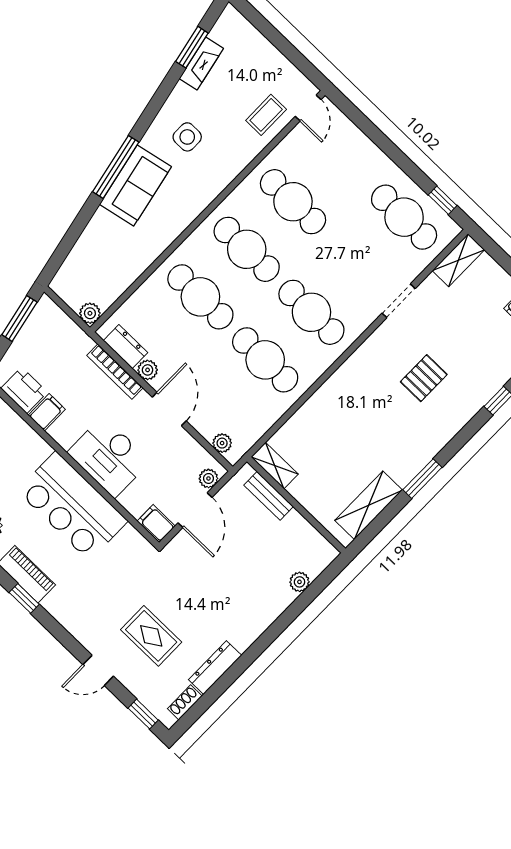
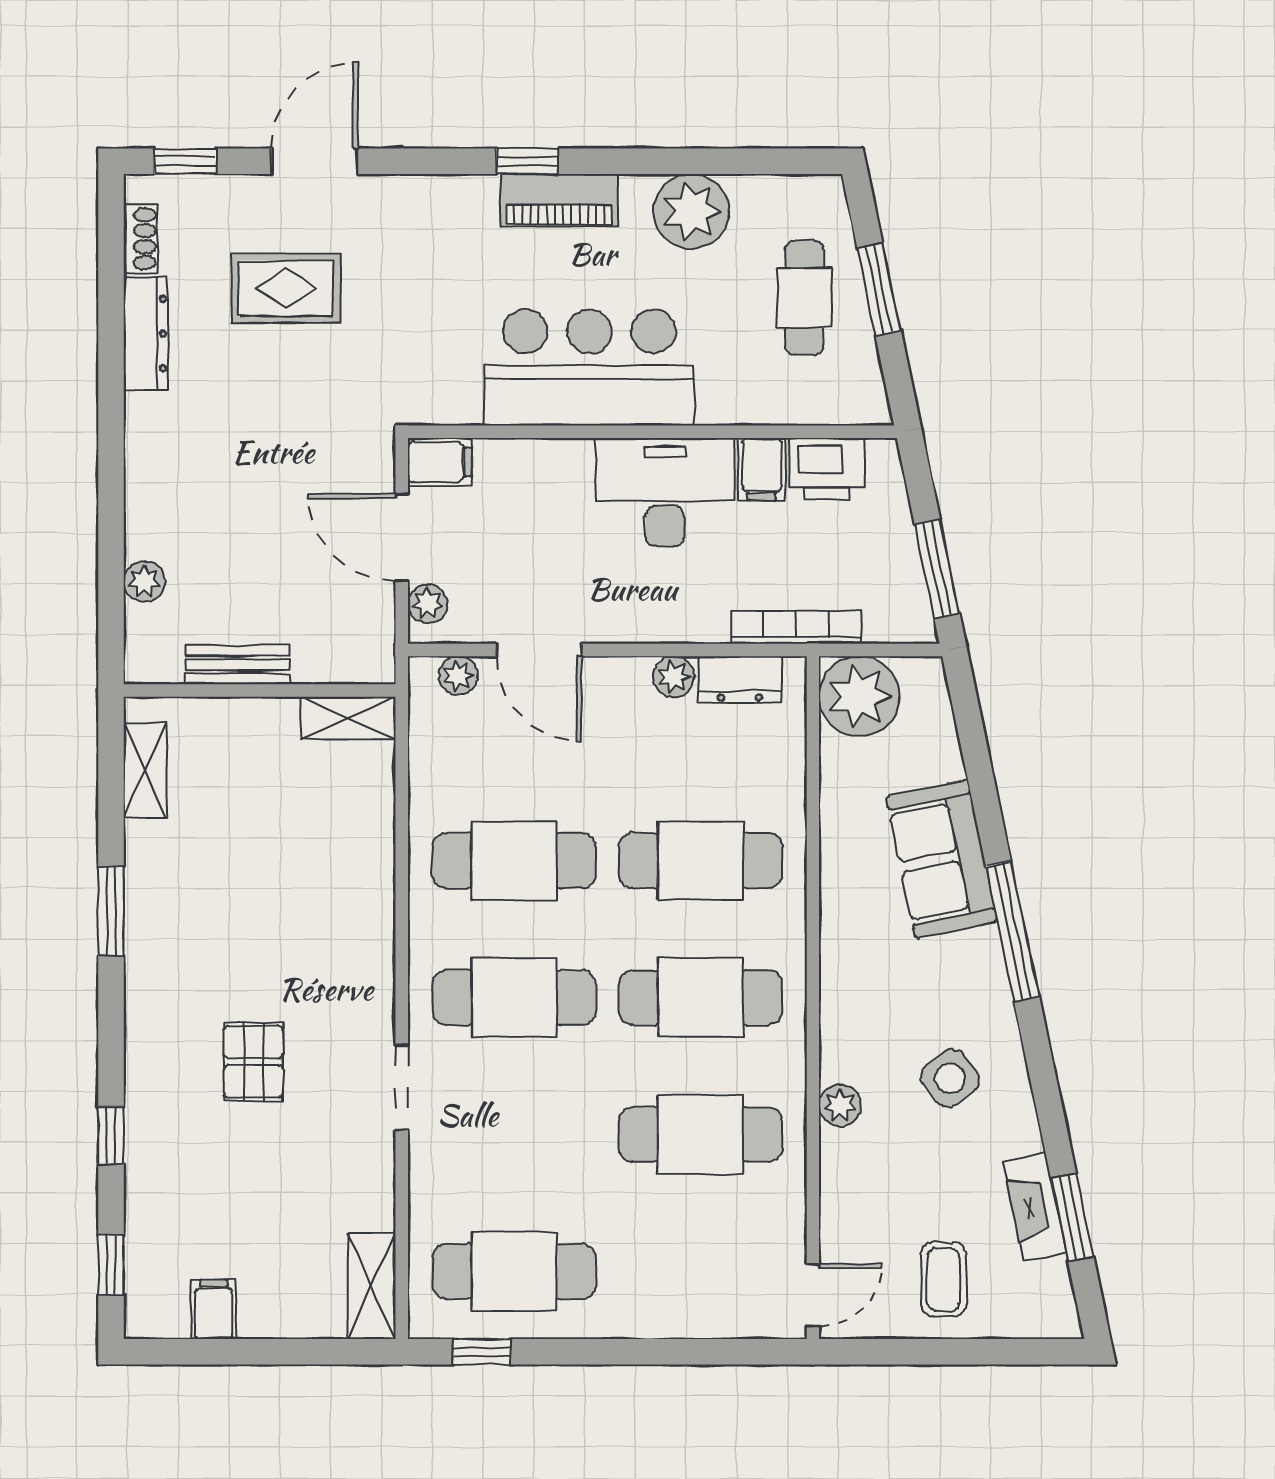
door: (308, 108) -> (813, 1295), swing flipped
coffee table: (266, 115) -> (943, 1279), moved
side table: (187, 137) -> (950, 1078), turned -37
plant: (235, 165) -> (840, 1106), added
sofa: (135, 186) -> (942, 859), moved
doorway: (399, 301) -> (402, 1087), moved
plant: (90, 313) -> (859, 696), width x1.87, depth x1.87
bookcase: (115, 372) -> (796, 627), moved
door: (169, 409) -> (539, 650), moved
desk: (109, 457) -> (665, 492), moved
bench: (269, 496) -> (237, 665), moved
shelving: (369, 505) -> (145, 771), width x0.67, depth x0.75
door: (98, 670) -> (315, 161), width x1.38

